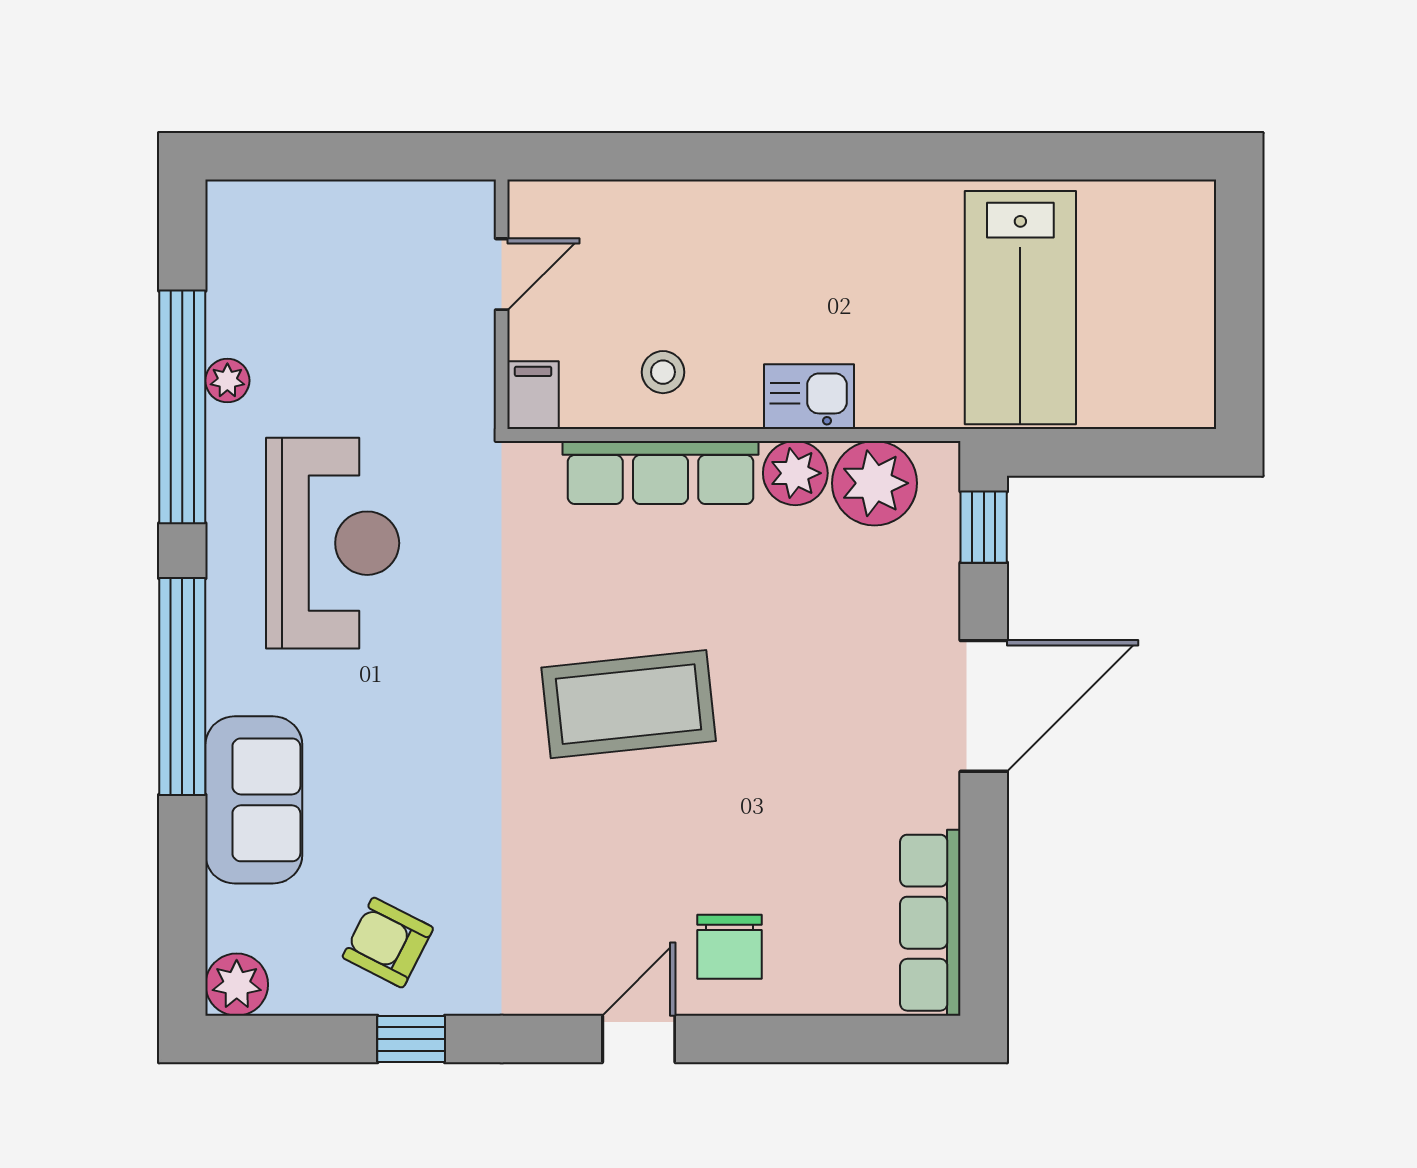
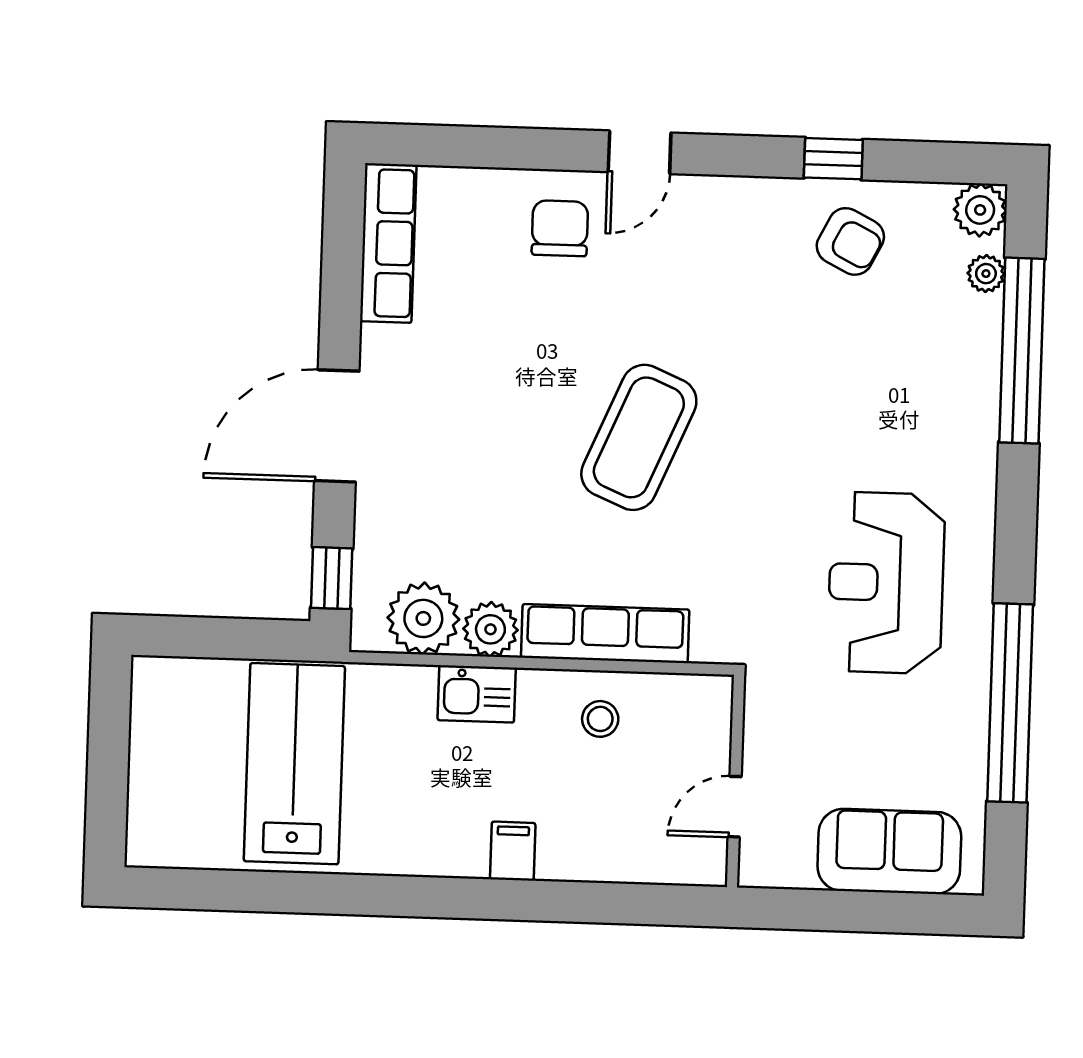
plant: (227, 381) -> (986, 274), moved
filing cabinet: (533, 395) -> (513, 851), moved, turned 180
window: (182, 686) -> (1022, 351), moved
coffee table: (629, 704) -> (639, 437), turned -61
sofa: (254, 800) -> (889, 851), moved, turned 90

